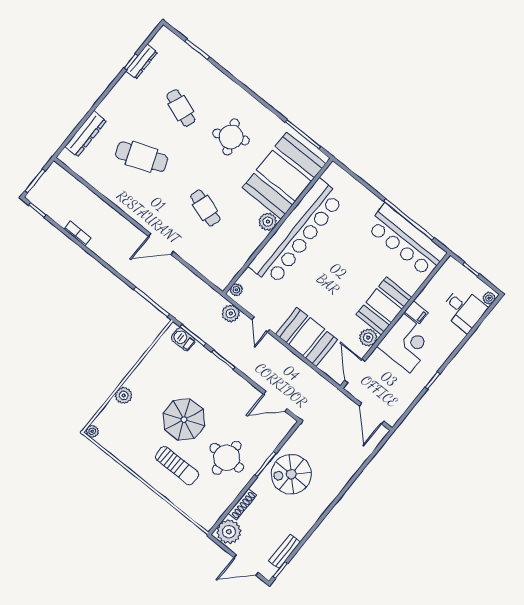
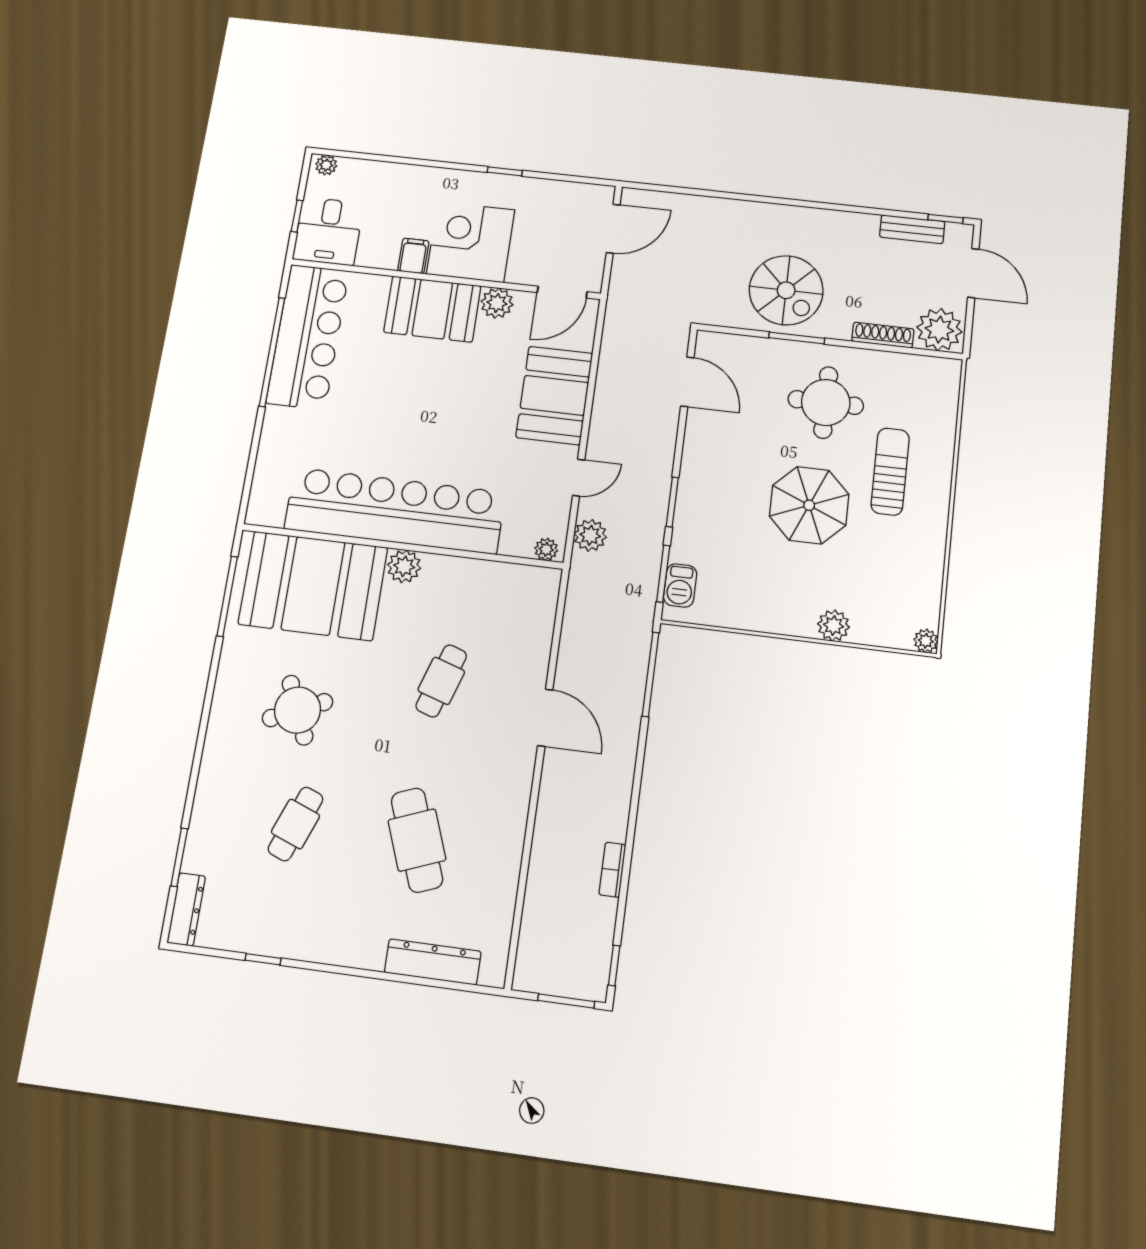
dresser: (142, 62) -> (186, 909), moved, turned 90
desk: (464, 309) -> (328, 231), moved, turned 180

